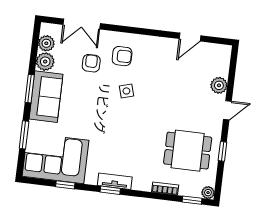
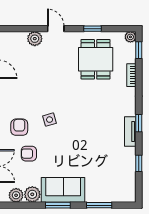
corner sofa: (56, 158) -> (116, 175), removed
tv unit: (115, 181) -> (130, 132), moved

